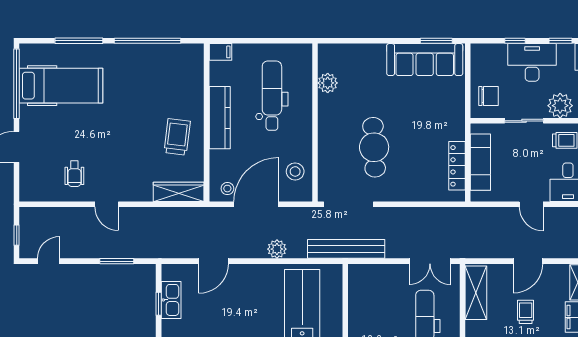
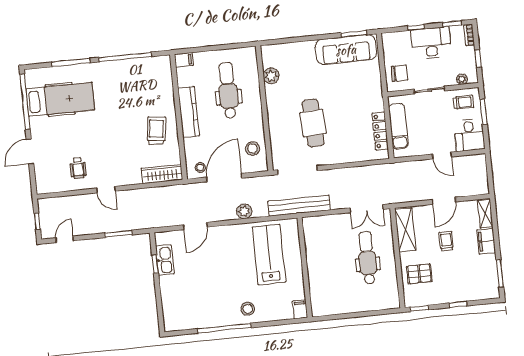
plant: (560, 106) -> (462, 79), width x0.53, depth x0.53

